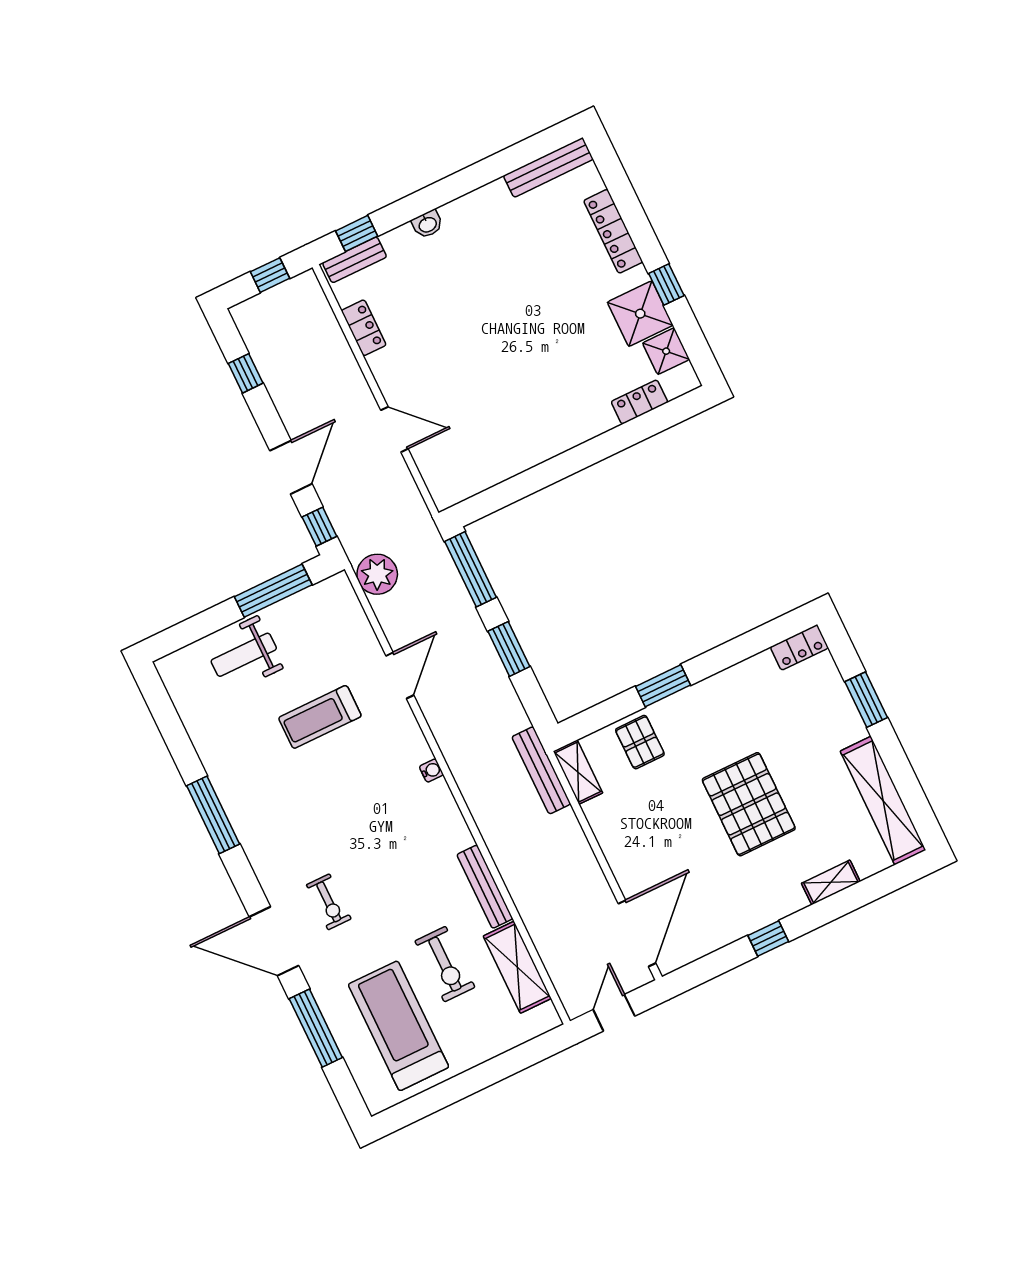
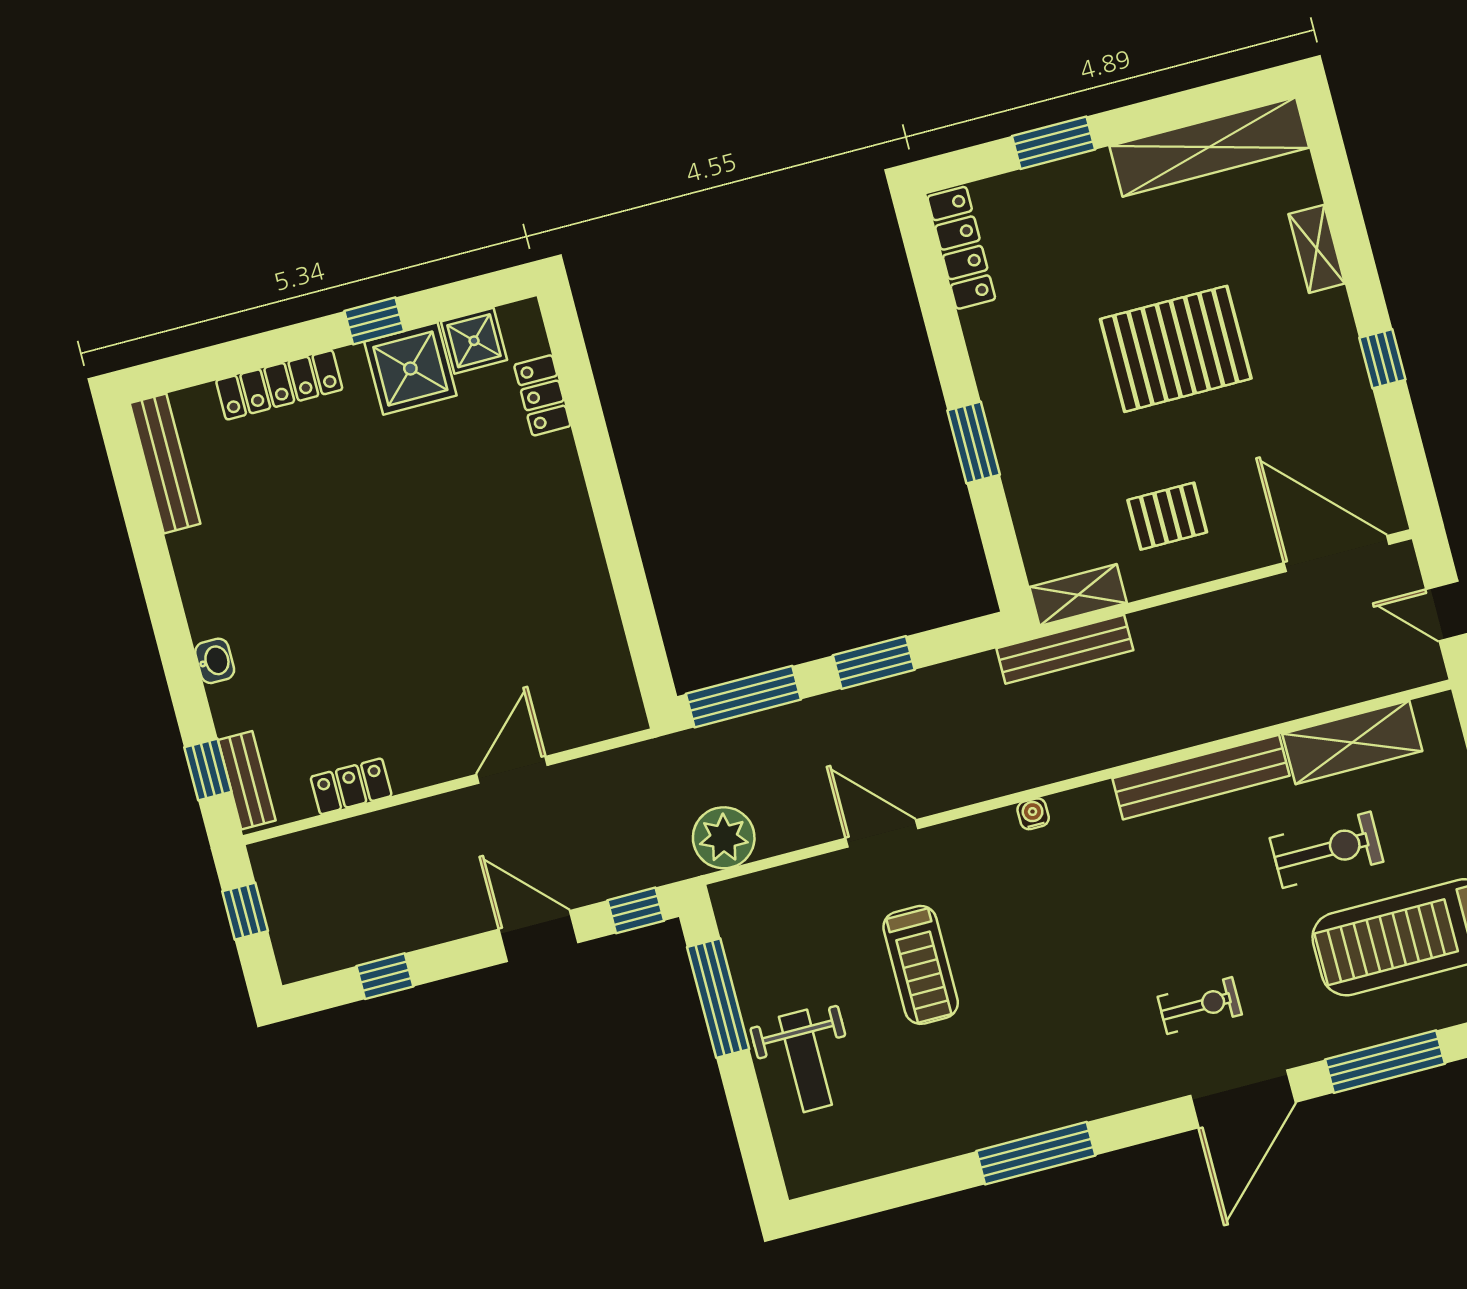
locker: (799, 647) -> (961, 248), width x1.53
pallet: (640, 742) -> (1167, 516), moved
bench: (485, 887) -> (1201, 777), width x1.37, depth x1.21

